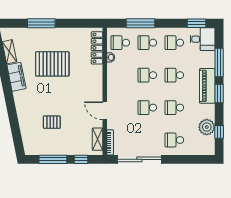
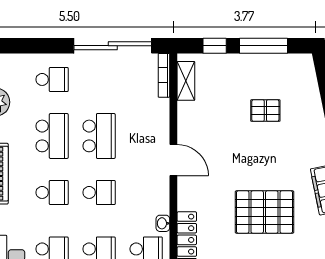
school desk: (147, 108) -> (99, 136), width x1.85
school desk: (174, 108) -> (52, 136), width x1.85
door: (105, 111) -> (173, 160), moved

